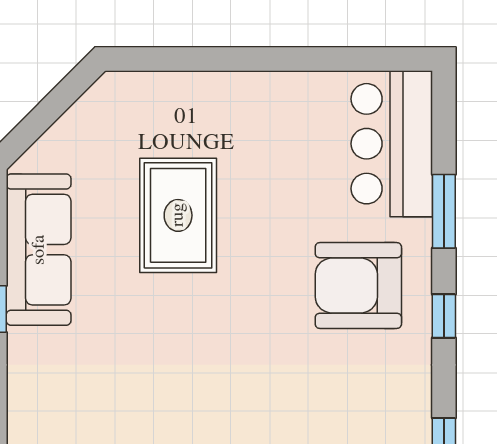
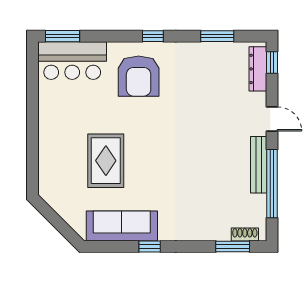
window: (444, 211) -> (62, 36), moved
rug: (178, 215) -> (106, 161), turned 90

